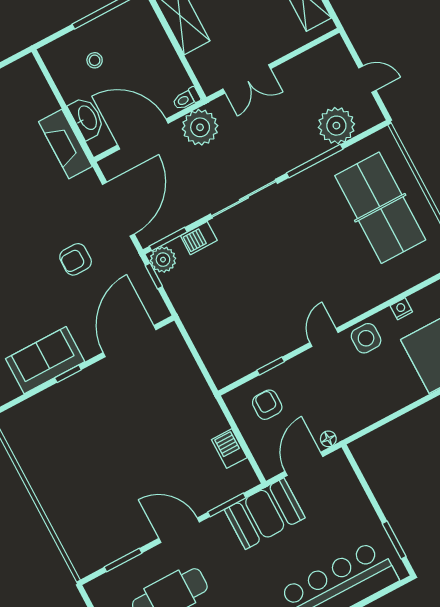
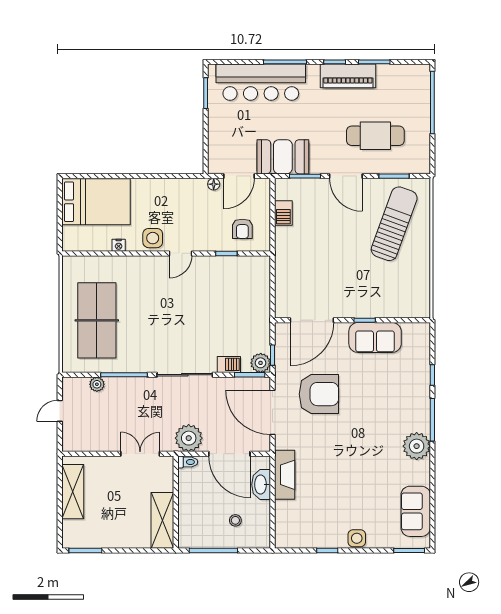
door: (367, 79) -> (60, 411), hinge flipped
plant: (336, 126) -> (97, 384), width x0.53, depth x0.53
door: (118, 209) -> (272, 412), hinge flipped
armchair: (76, 259) -> (319, 394), width x1.88, depth x1.88
sun lounger: (93, 505) -> (394, 224), added

